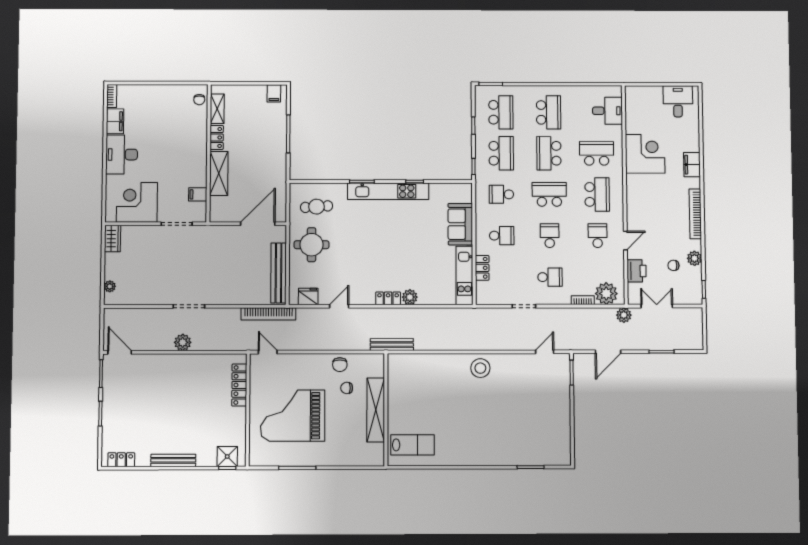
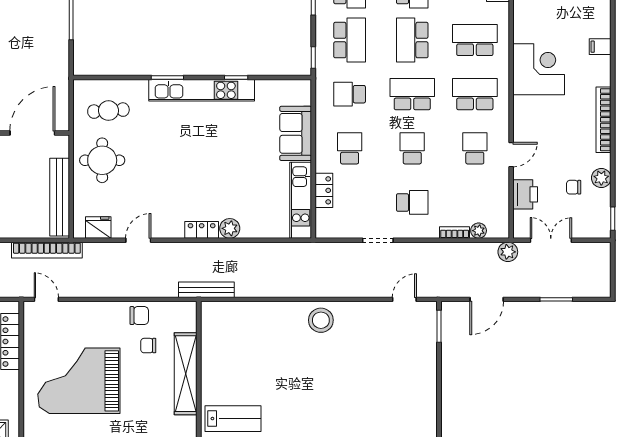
corner desk: (645, 154) -> (539, 69), moved
filing cabinet: (692, 165) -> (600, 47), width x0.50
school desk: (597, 194) -> (475, 94), turned -90
school desk: (502, 236) -> (350, 148), turned -90
plant: (606, 294) -> (479, 231), width x0.53, depth x0.53
chair: (340, 365) -> (139, 316), turned -90

